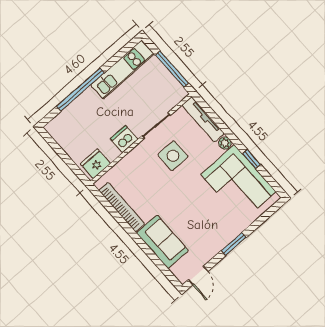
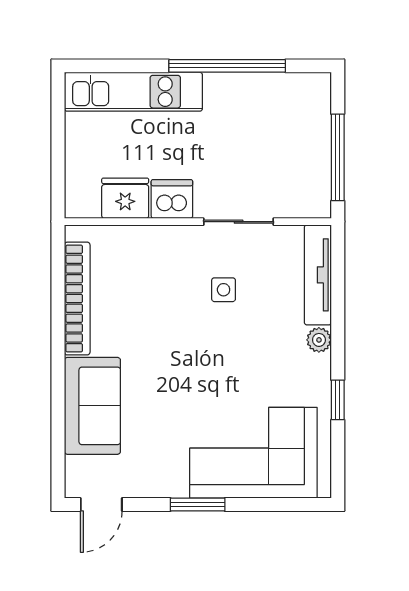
kitchen unit: (122, 70) -> (133, 92), moved
window: (80, 90) -> (227, 66), moved
side table: (173, 156) -> (224, 290), width x0.54, depth x0.54
fridge: (95, 164) -> (125, 198), moved
corner sofa: (238, 183) -> (253, 453), moved, turned 90

